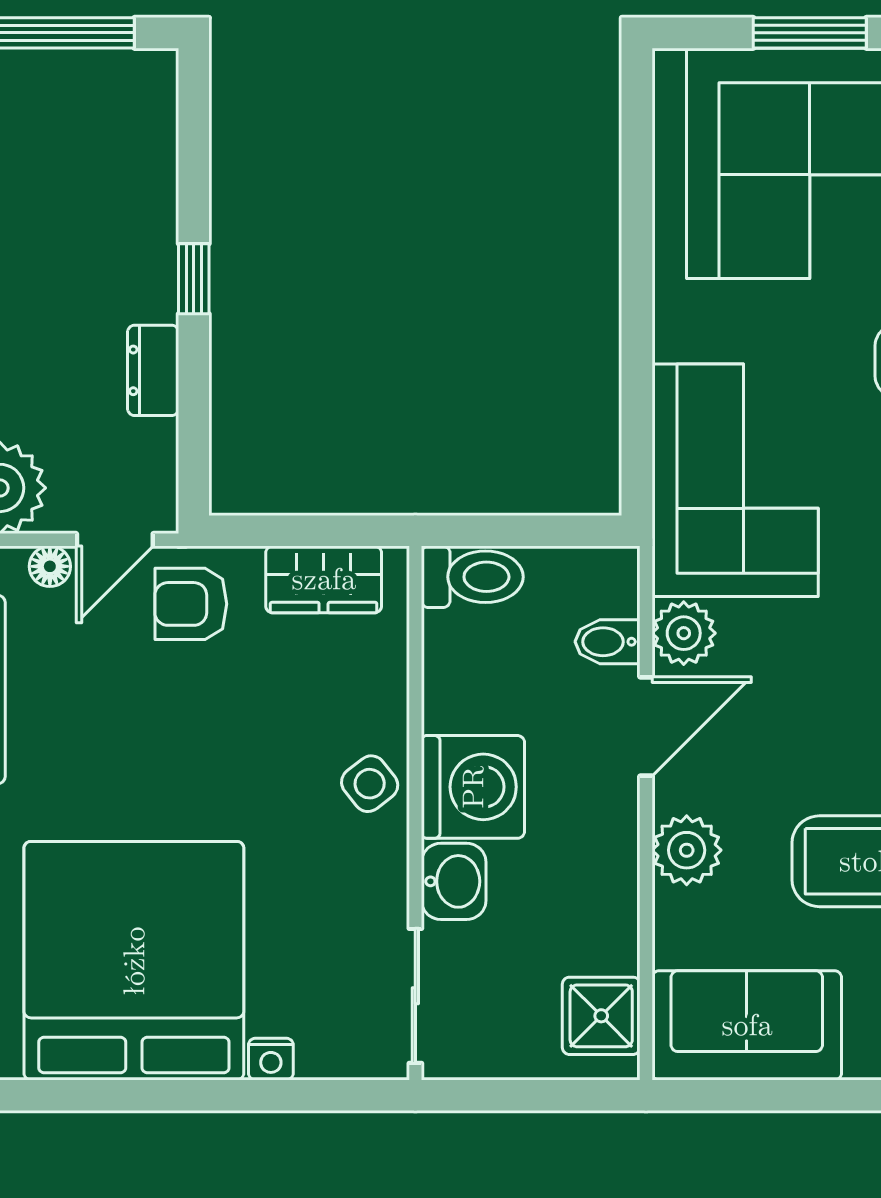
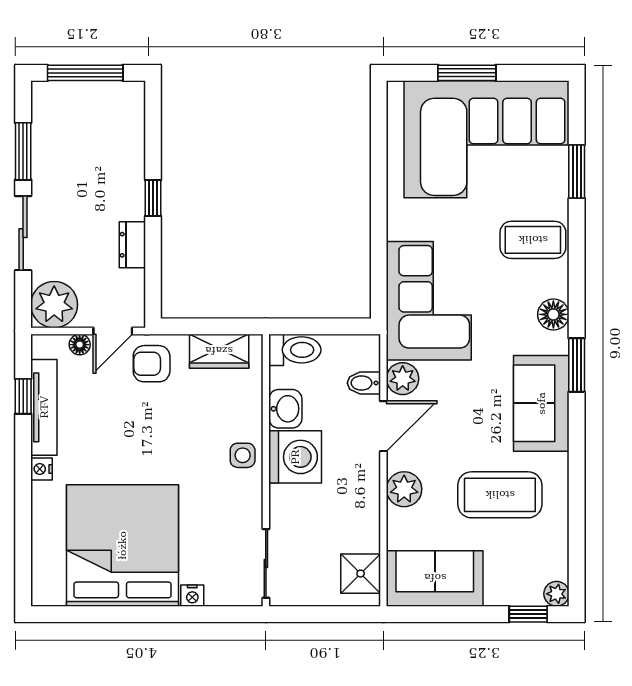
side table: (370, 784) -> (243, 455), turned 38
washbasin: (454, 881) -> (285, 409), moved

